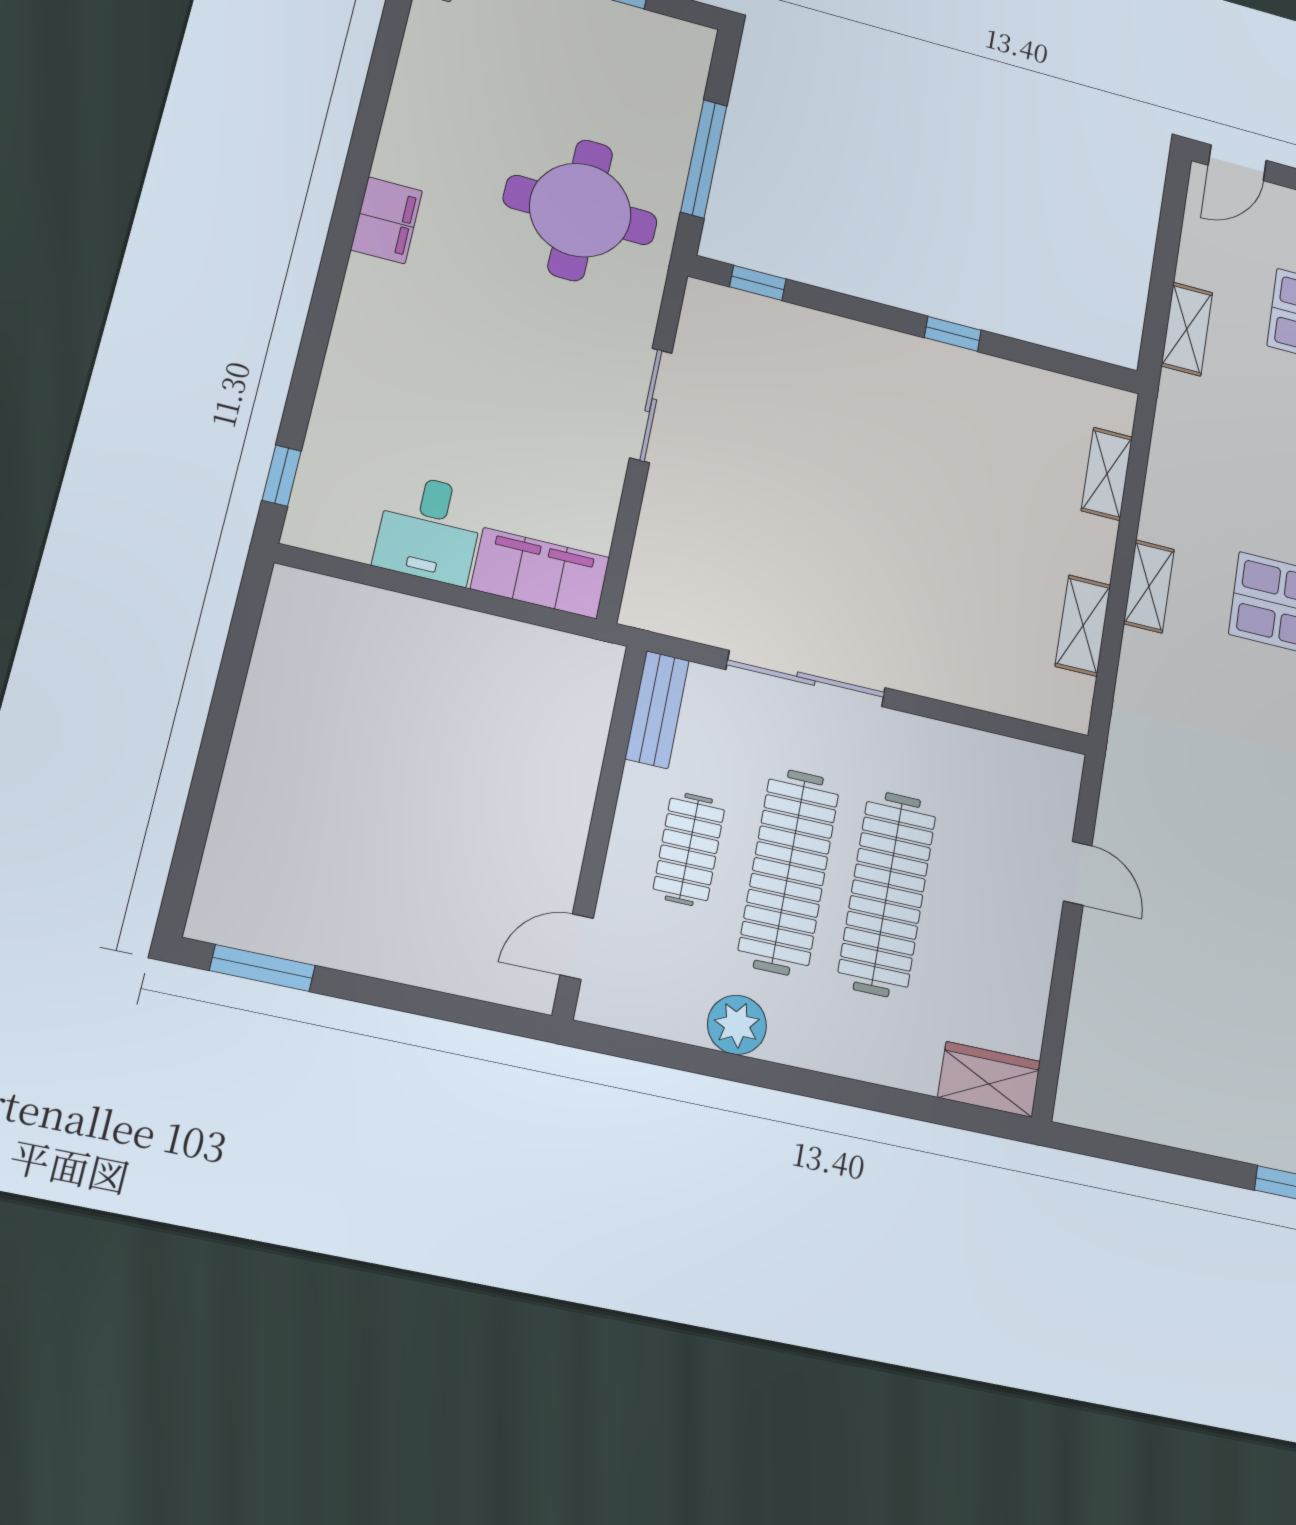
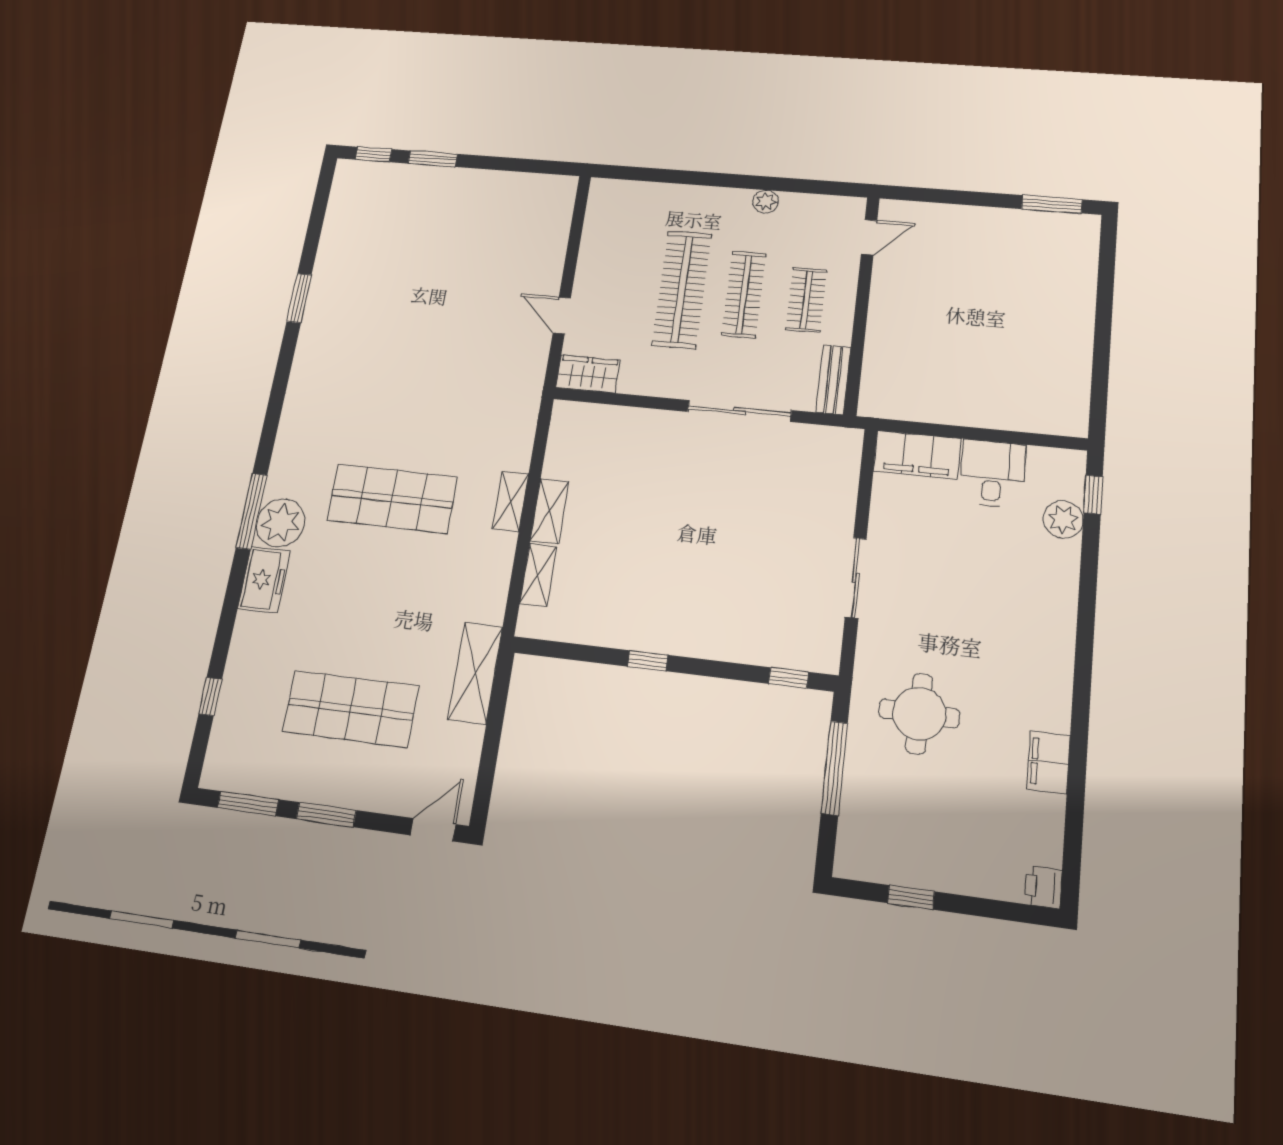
round table: (580, 210) -> (919, 714), width x0.73, depth x0.73
filing cabinet: (386, 220) -> (1049, 762), moved
shelving: (1187, 329) -> (475, 673), width x1.50, depth x1.33
plant: (333, 446) -> (1063, 519), added
shelving: (1083, 626) -> (549, 511), moved
clothes rail: (789, 872) -> (744, 294), width x0.73, depth x0.76
plant: (737, 1025) -> (765, 202), width x0.73, depth x0.73
wardrobe: (989, 1079) -> (588, 374), moved, turned 180

